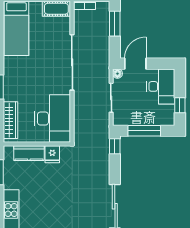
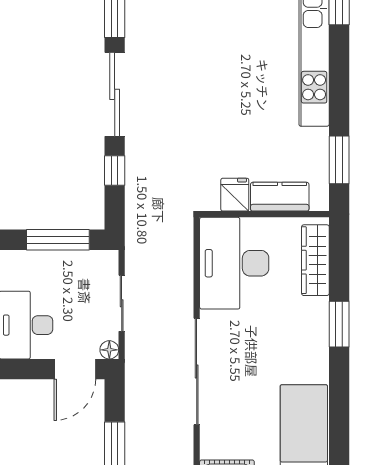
window: (115, 146) -> (115, 170), moved

